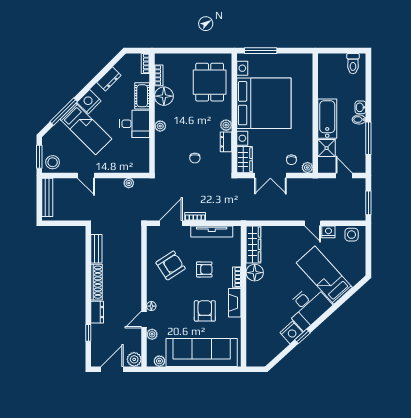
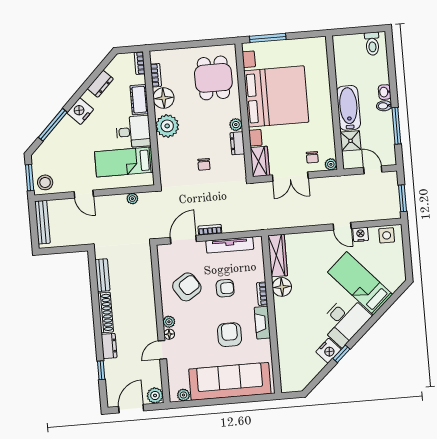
plant: (160, 126) -> (167, 126), width x1.87, depth x1.87
bed: (86, 129) -> (124, 162), moved, turned 135
plant: (152, 334) -> (169, 322), moved

